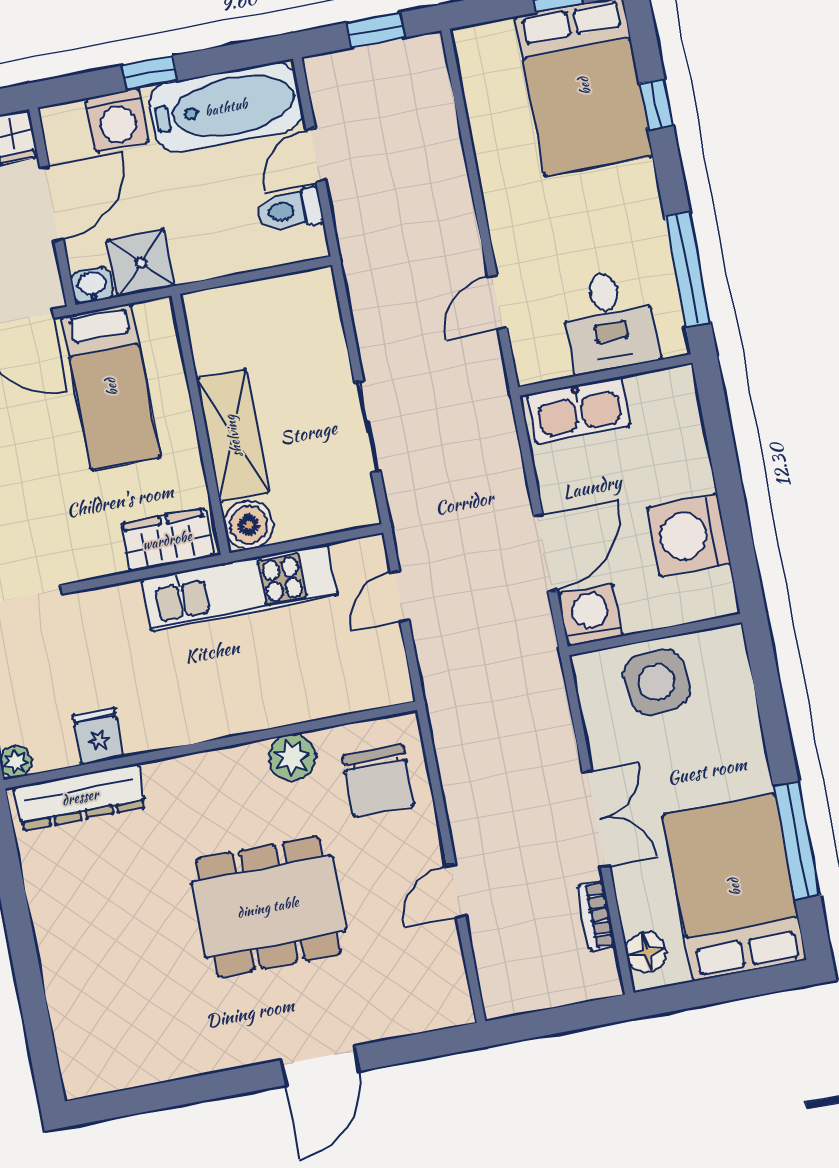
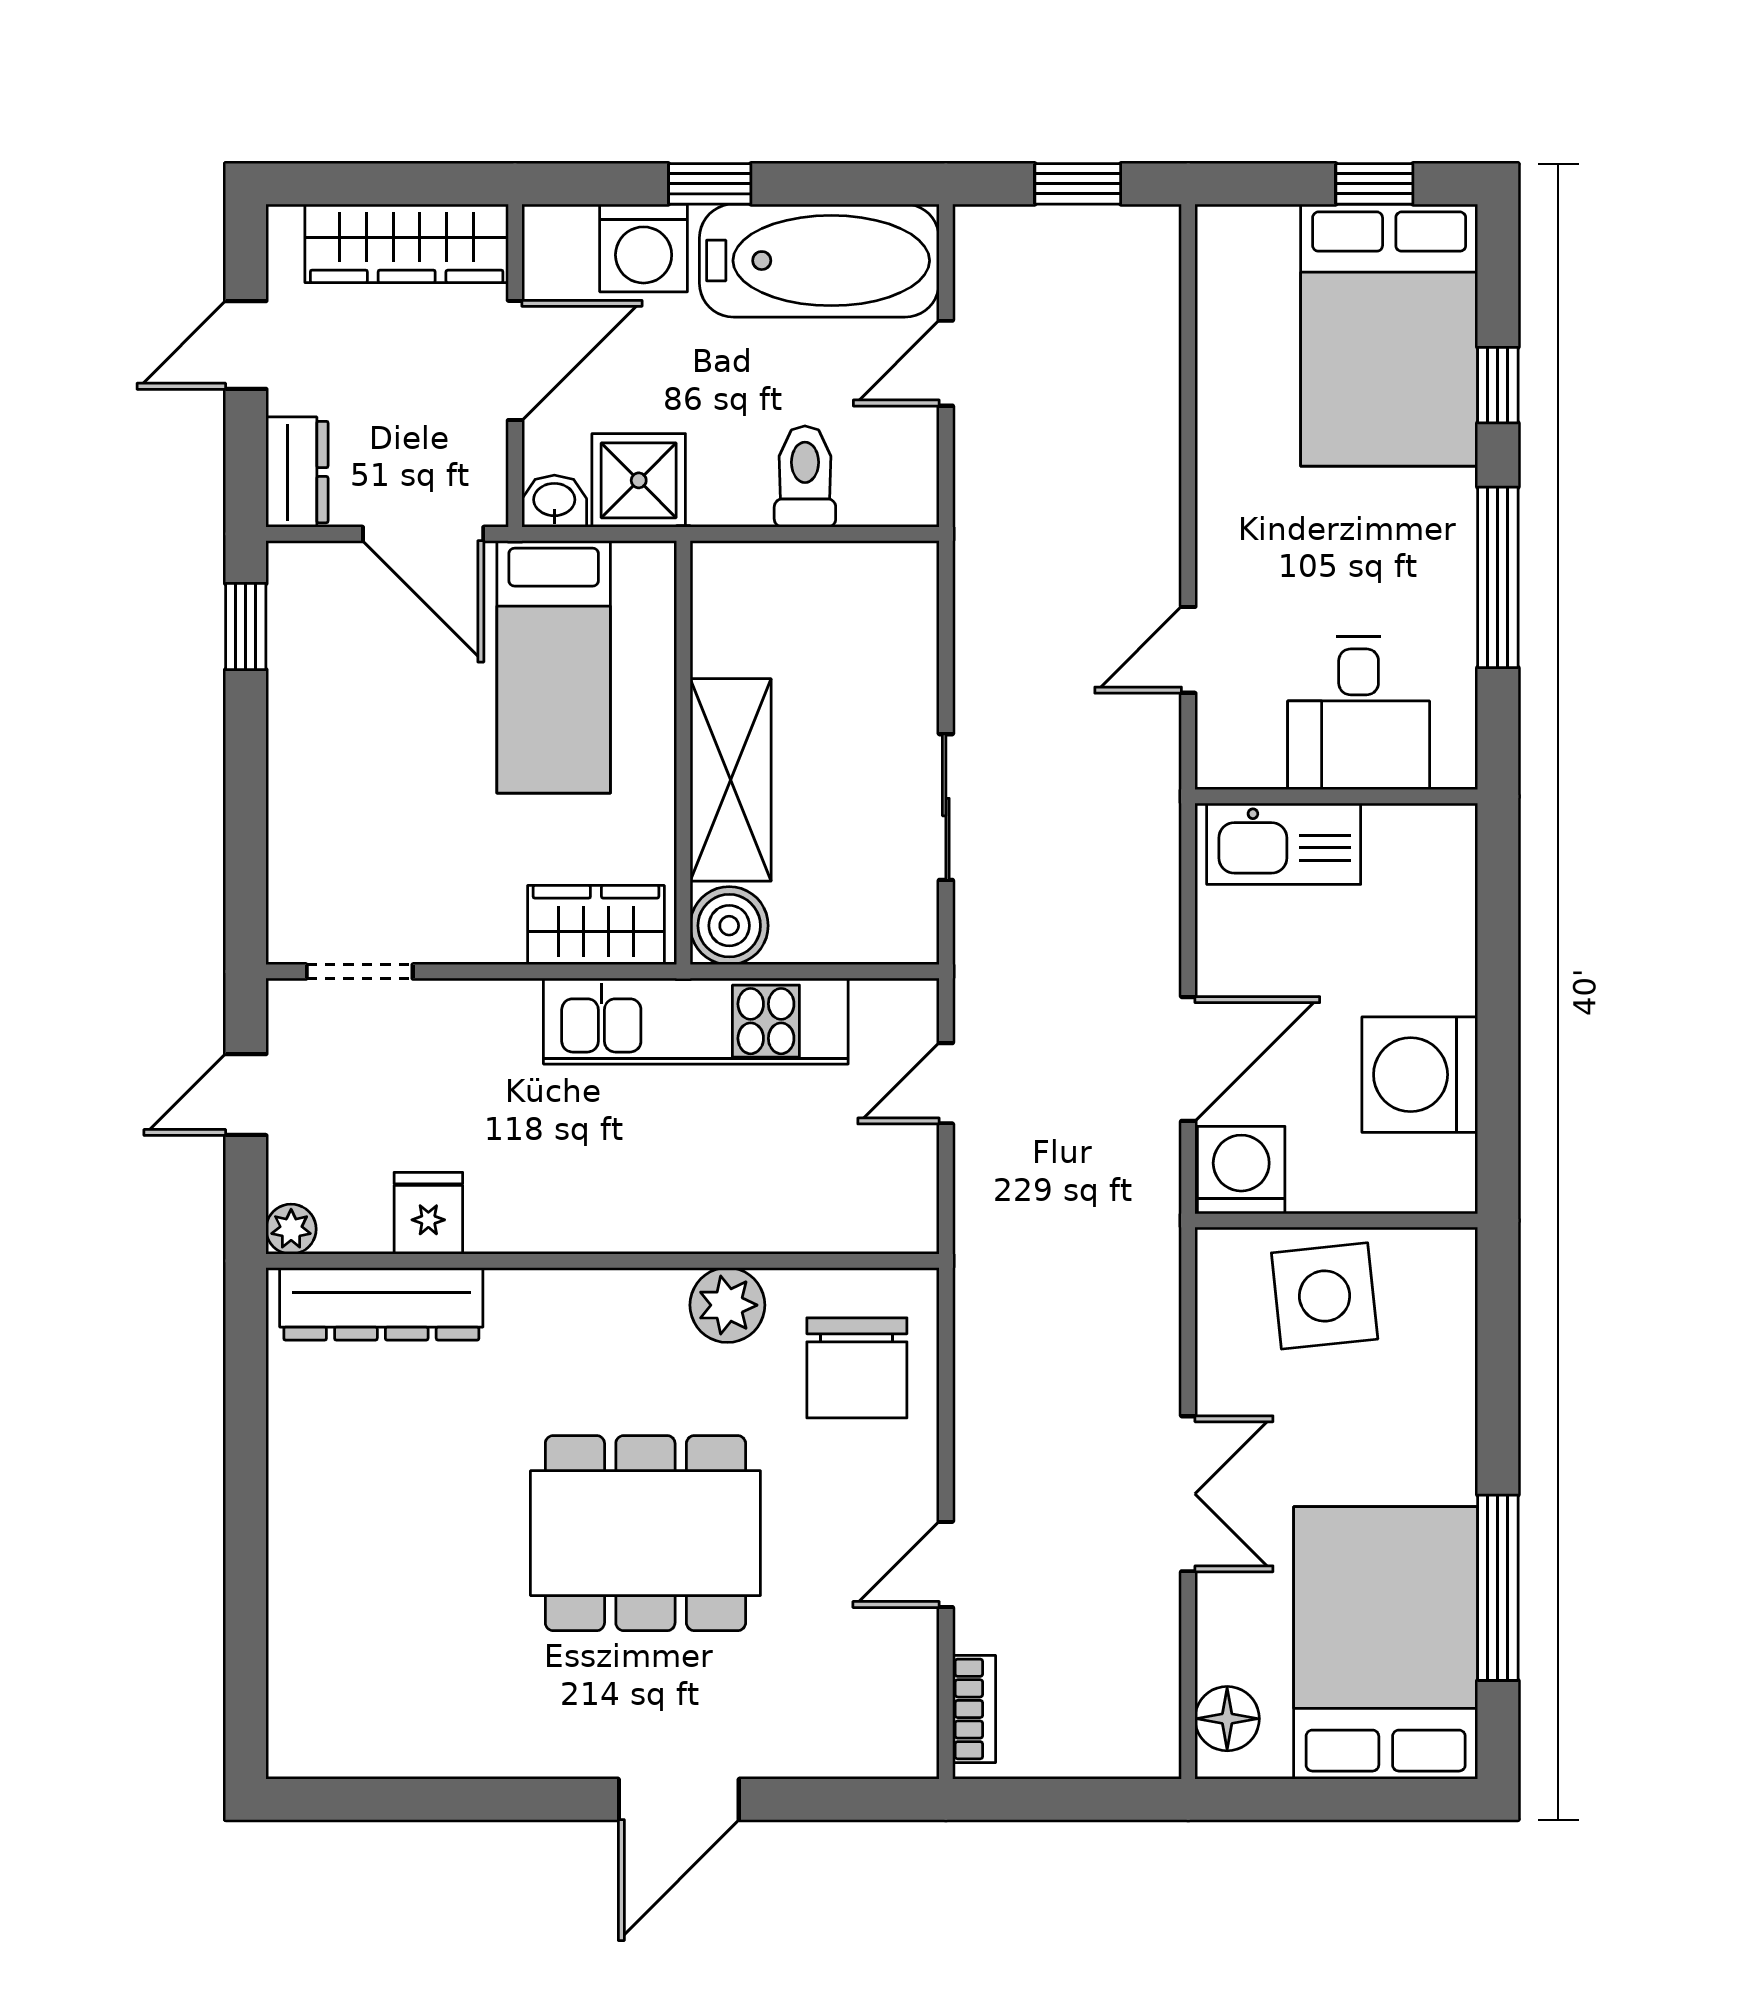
toilet: (290, 210) -> (805, 477), moved, turned 90
window: (688, 270) -> (1498, 577), moved
bookcase: (597, 916) -> (974, 1709), moved, turned 180

